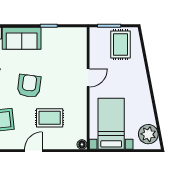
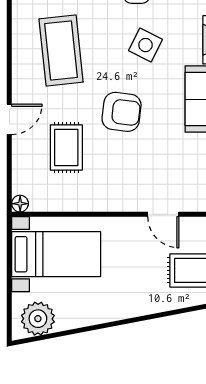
door: (88, 78) -> (163, 214), moved
door: (33, 151) -> (9, 119), hinge flipped

